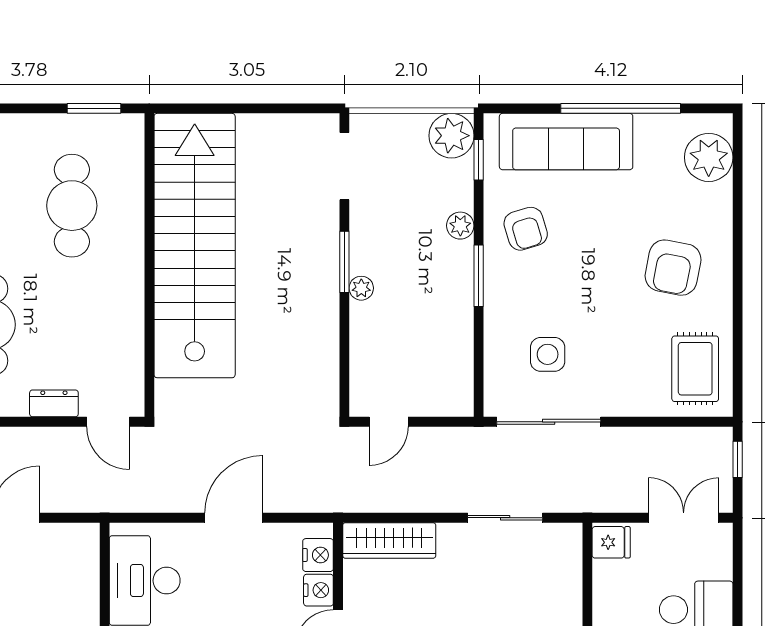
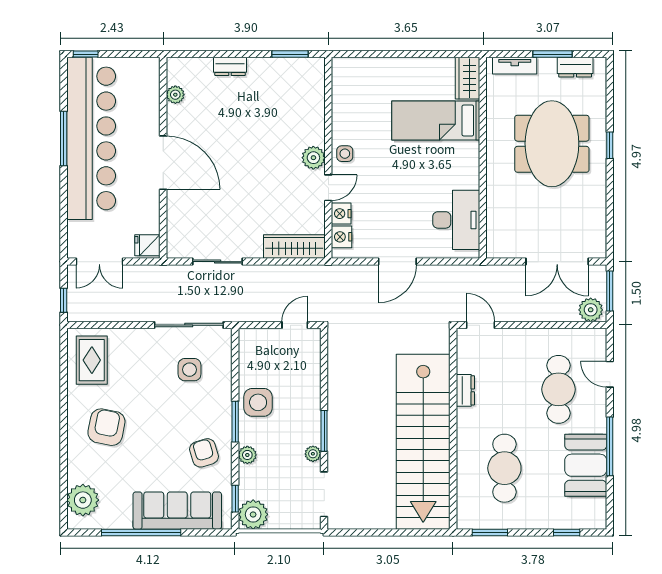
plant: (361, 288) -> (313, 454), moved
side table: (444, 305) -> (258, 402), added
dresser: (54, 403) -> (465, 390), moved, turned -90

